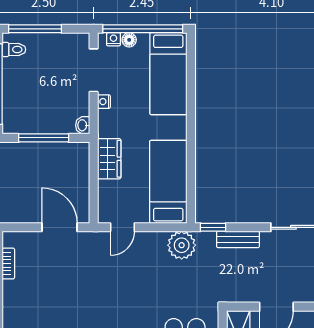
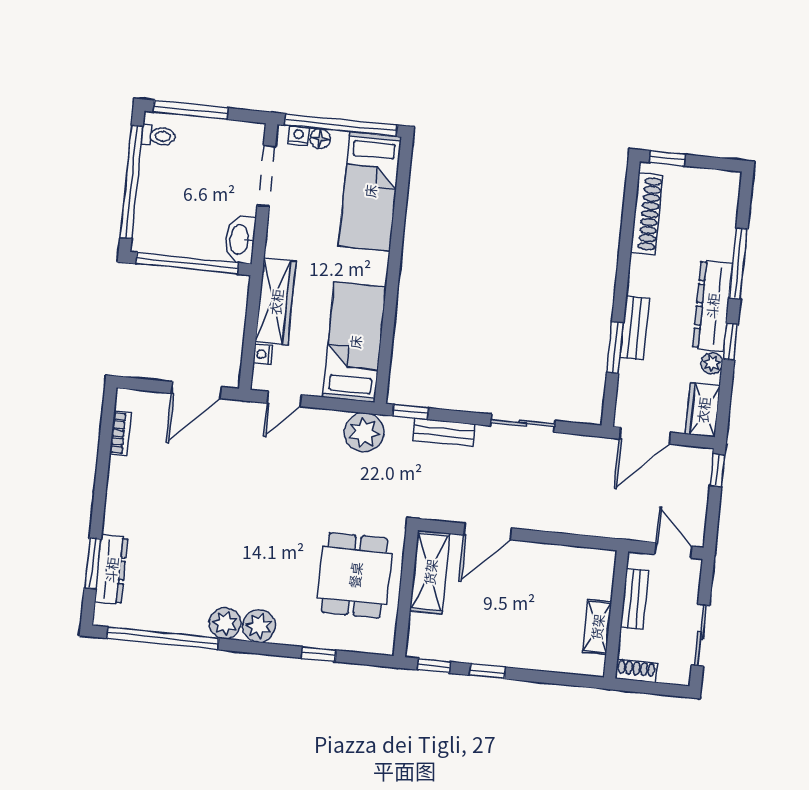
nightstand: (104, 102) -> (263, 354), moved
washbasin: (83, 125) -> (240, 240), width x1.91, depth x1.45
window: (44, 138) -> (187, 263), width x1.46
wardrobe: (109, 159) -> (276, 302), width x1.50
door: (59, 227) -> (197, 390), swing flipped

